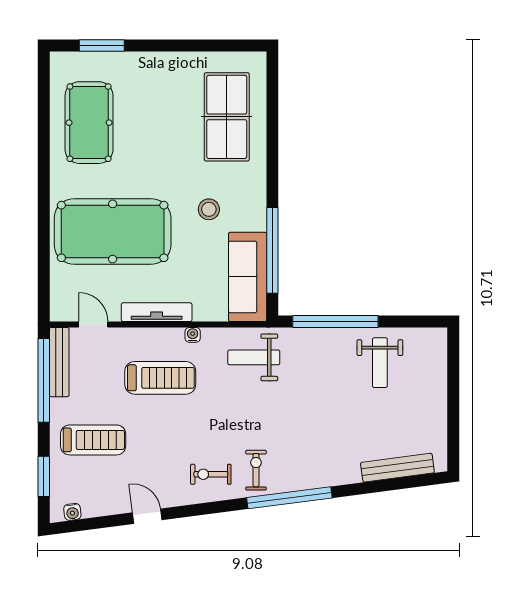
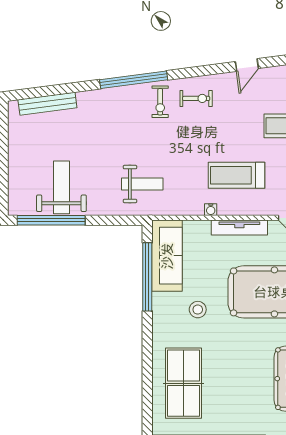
window: (335, 322) -> (51, 220), moved
weight bench: (254, 357) -> (142, 184), moved
weight bench: (380, 363) -> (61, 187), width x1.36, depth x1.33
door: (147, 516) -> (247, 65), hinge flipped

